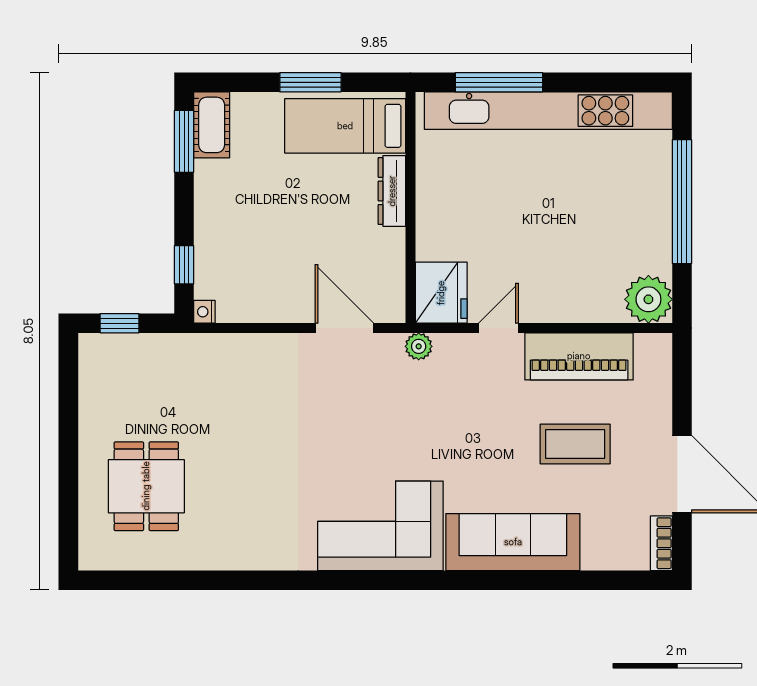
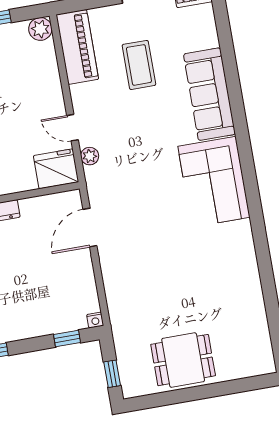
plant: (648, 299) -> (40, 29), width x0.73, depth x0.73
plant: (419, 346) -> (90, 156), moved
piano: (579, 356) -> (77, 47), moved
dining table: (146, 486) -> (183, 360), moved

